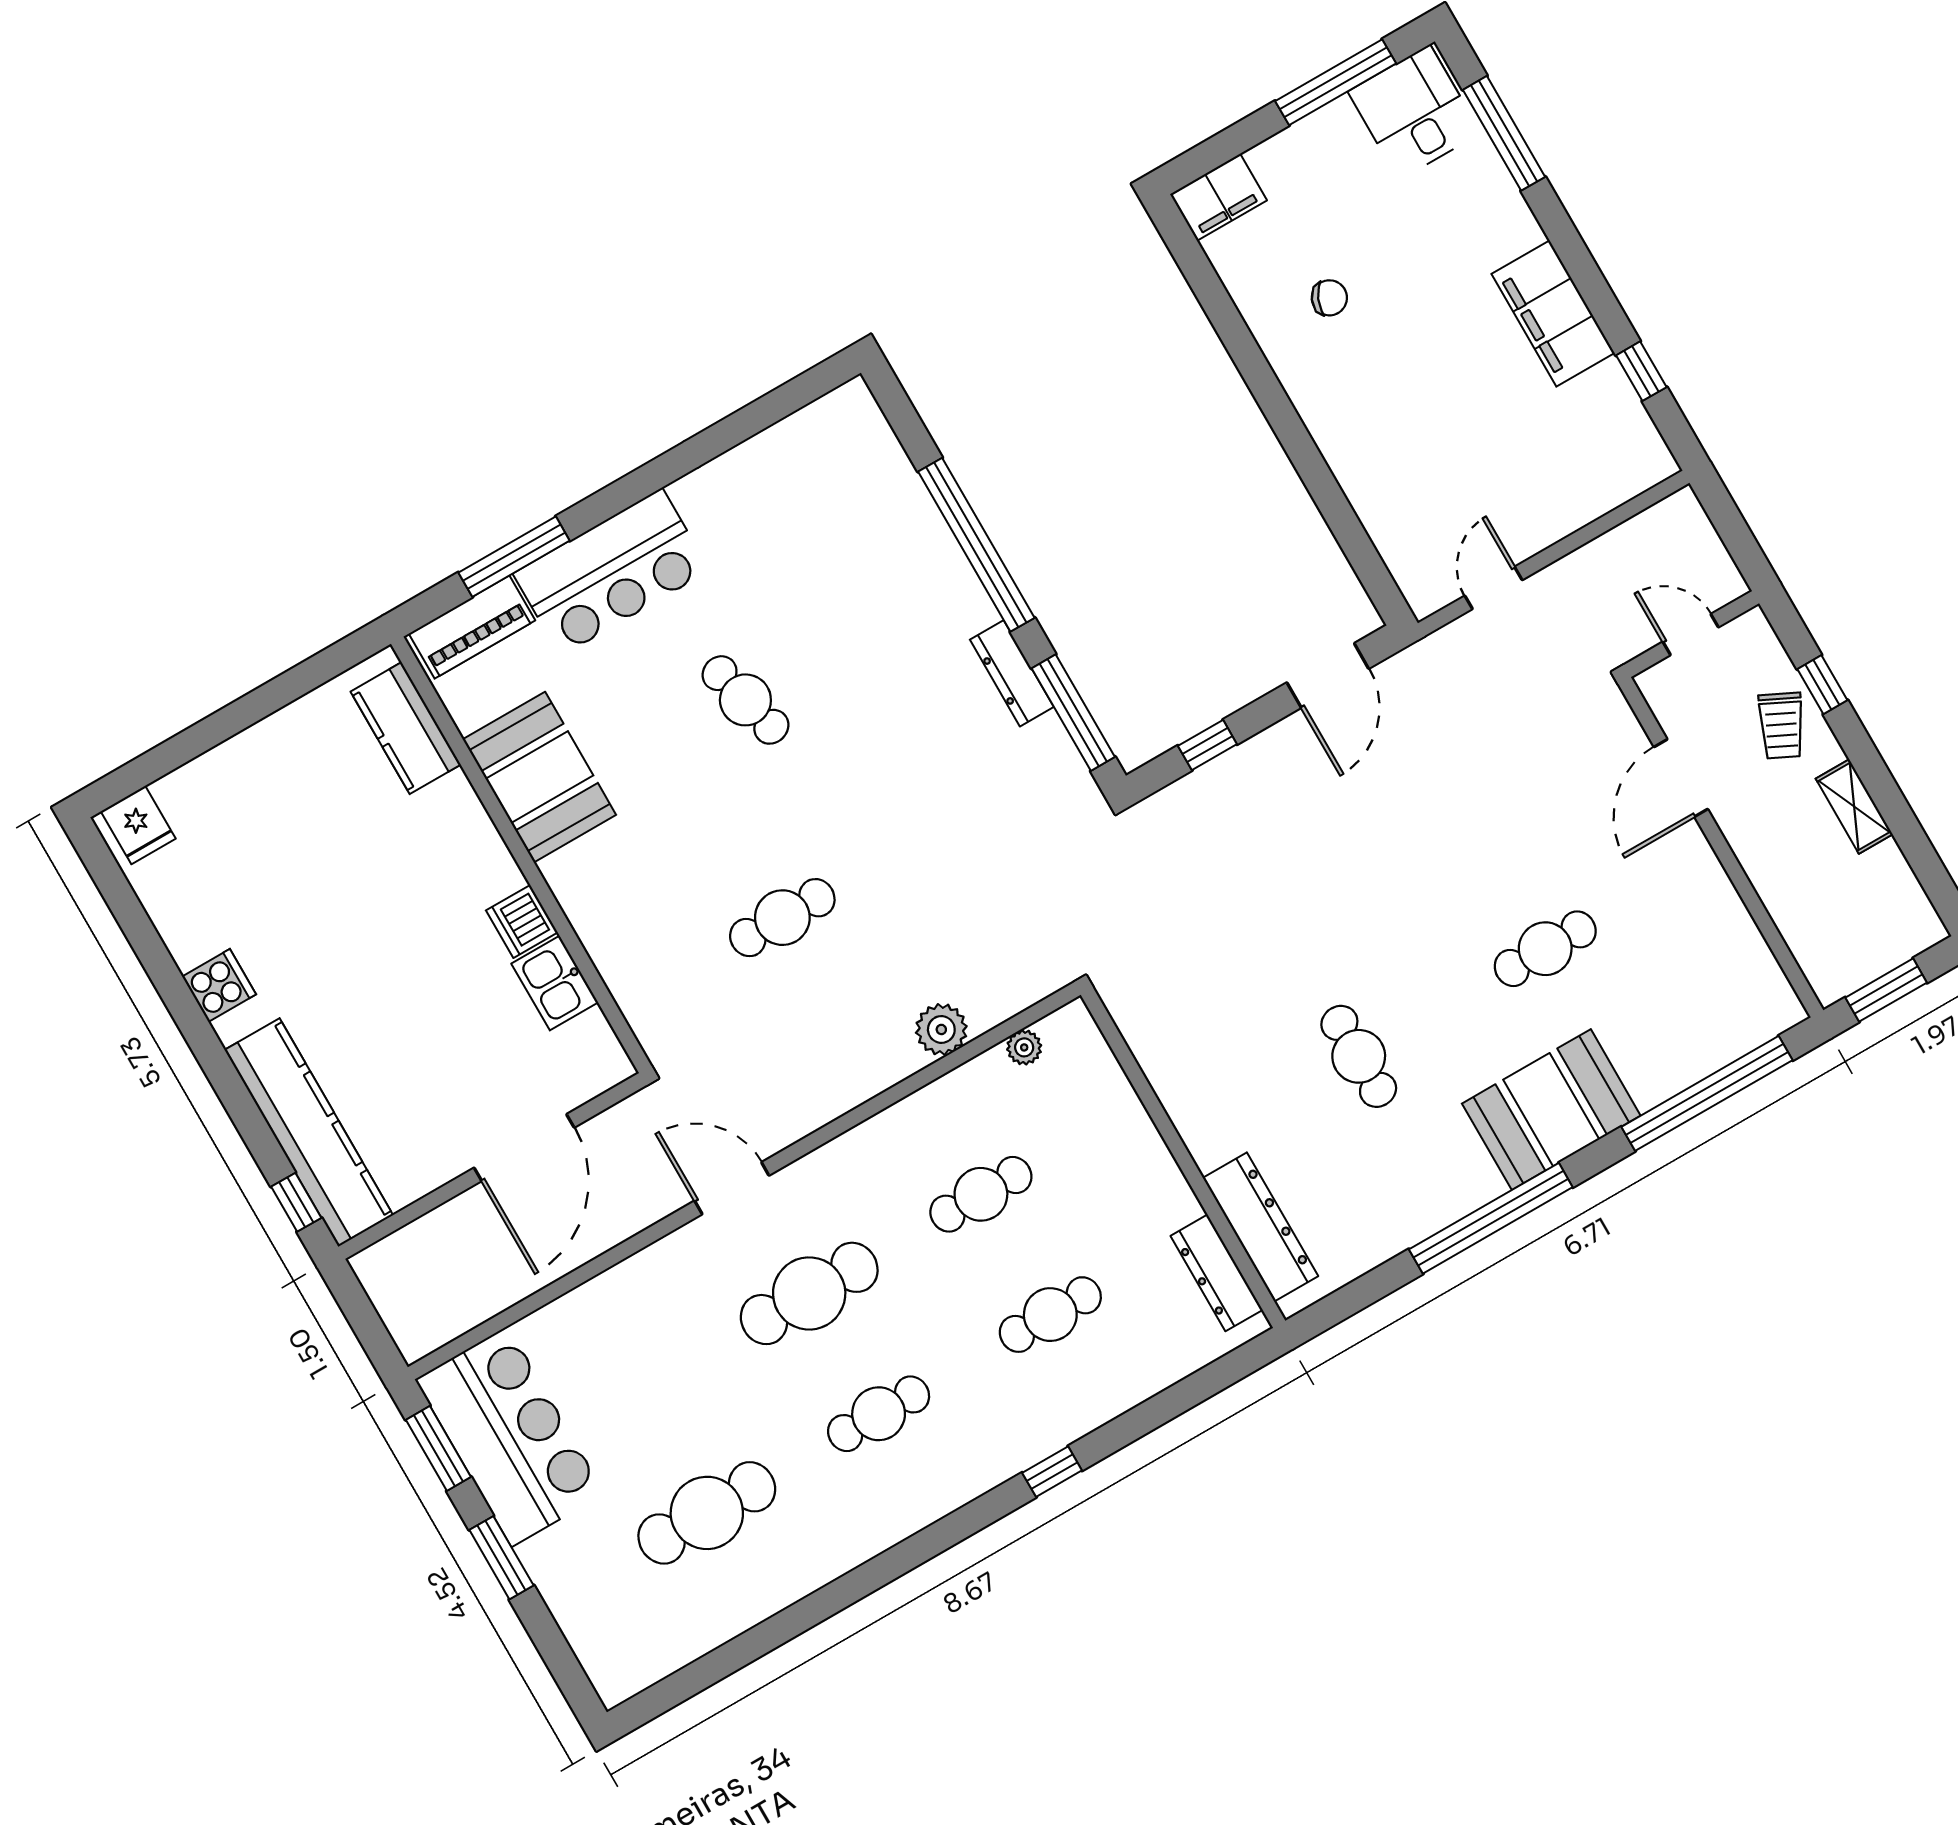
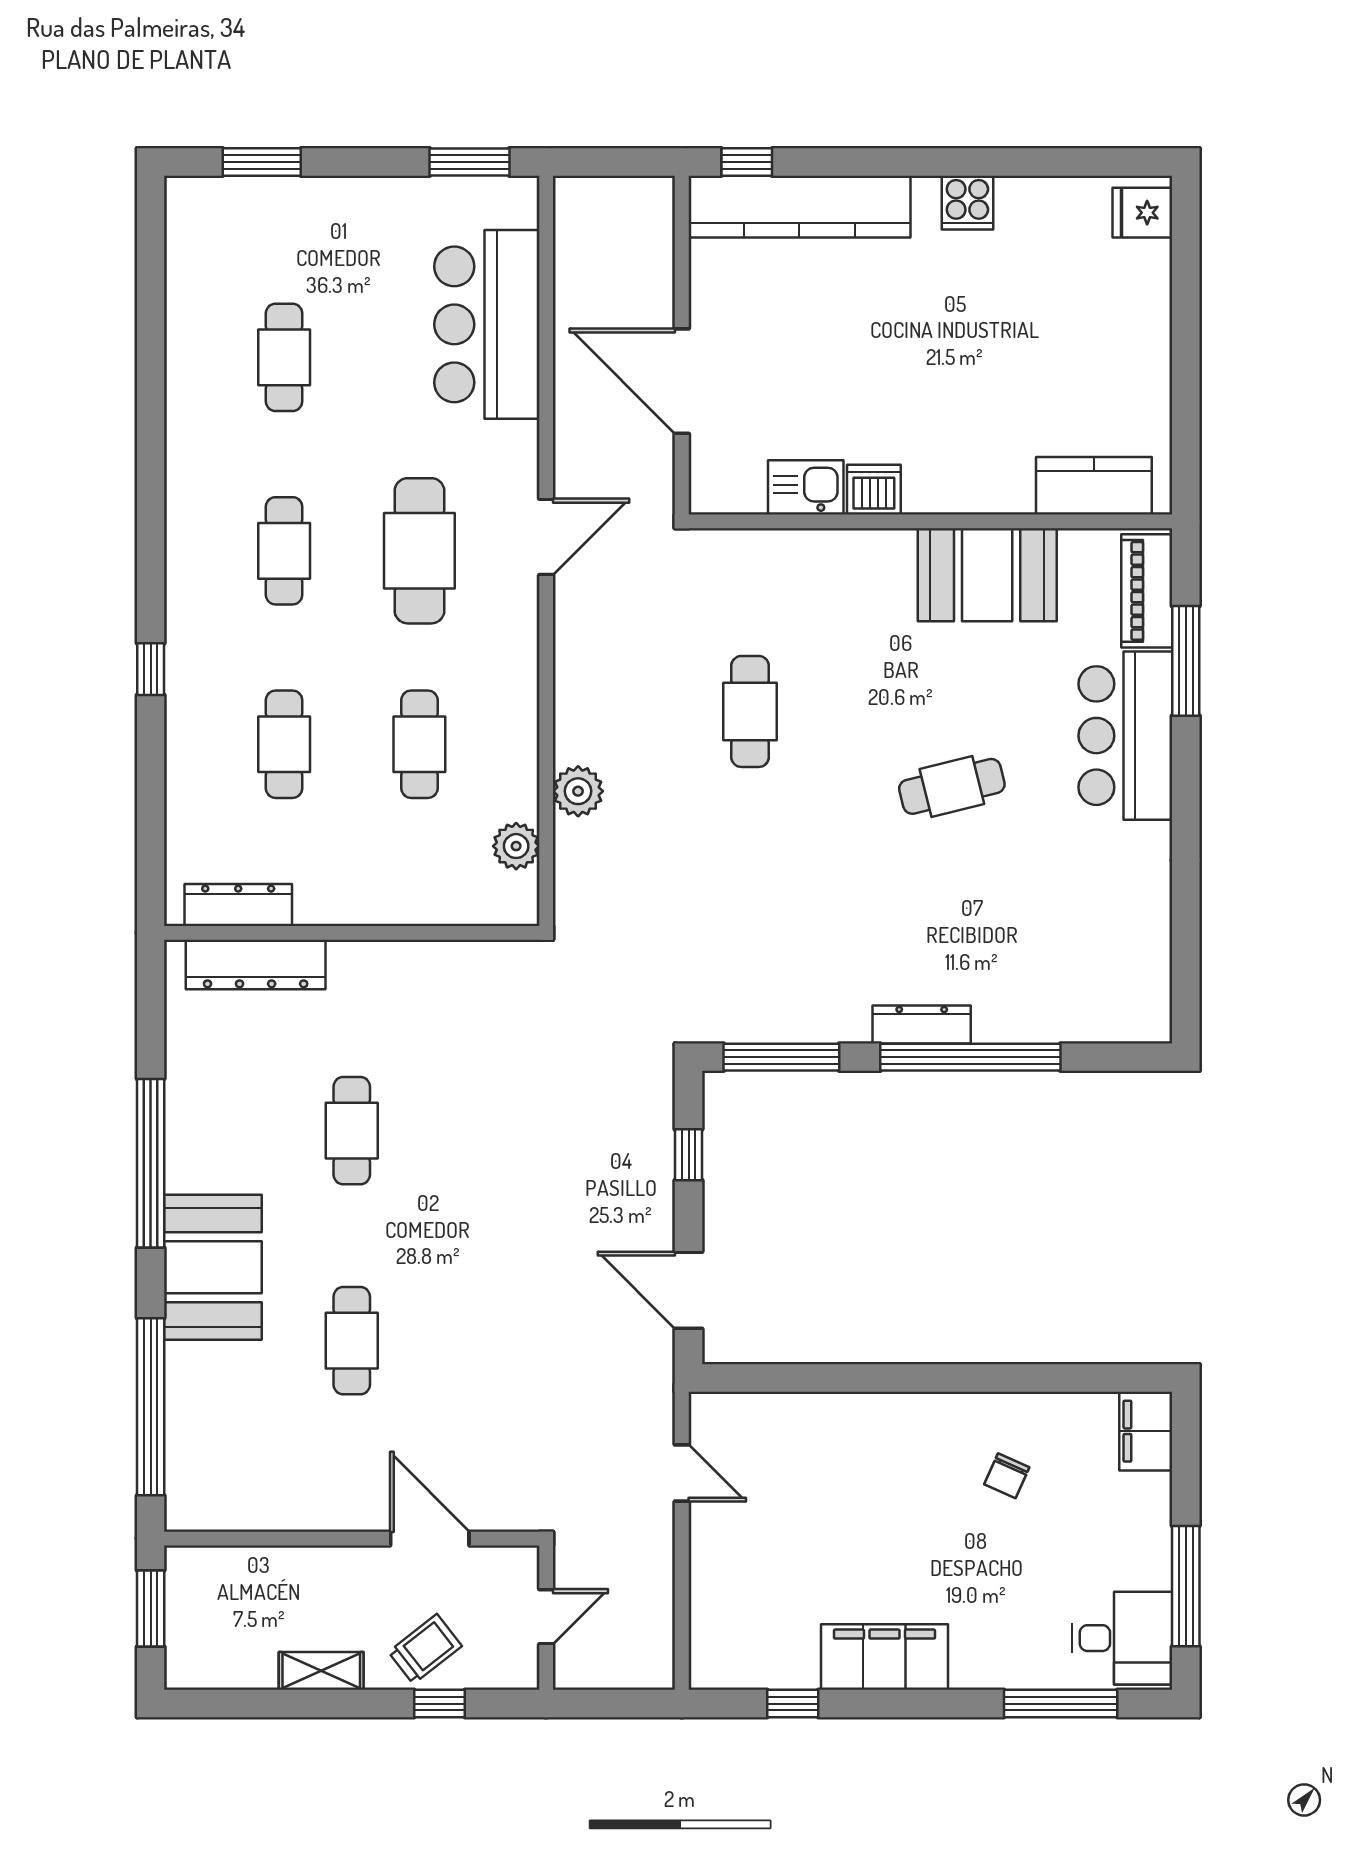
dresser: (1012, 673) -> (922, 1024), moved
trolley: (1781, 726) -> (425, 1649), turned 116
plant: (1024, 1047) -> (516, 846), width x1.38, depth x1.38
cafe table: (1359, 1056) -> (352, 1131), turned 90
bar counter: (510, 1436) -> (487, 324), moved, turned 90
cafe table: (707, 1513) -> (284, 357), width x0.73, depth x0.74
window: (501, 1558) -> (262, 162), moved

